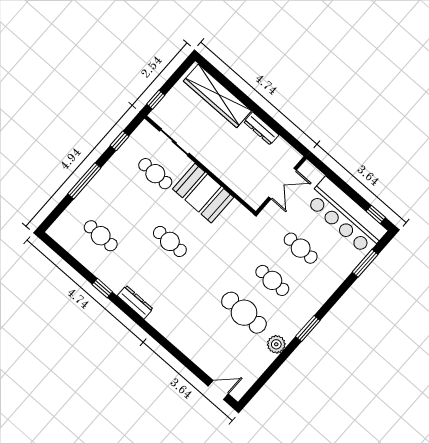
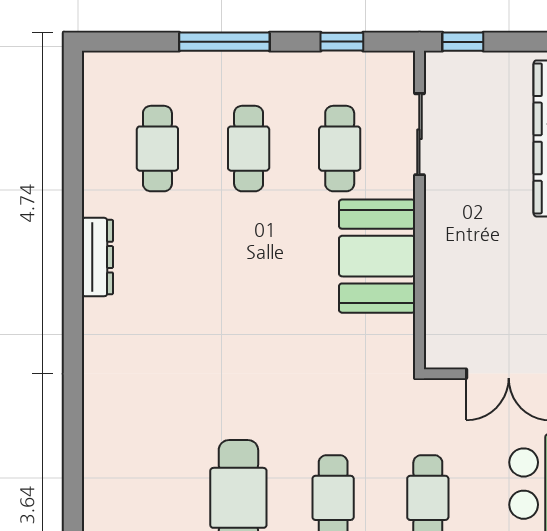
cafe table: (170, 241) -> (249, 149), moved
window: (102, 288) -> (73, 227), removed
dresser: (135, 302) -> (97, 257), moved

